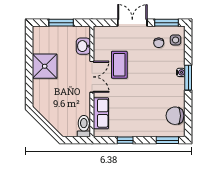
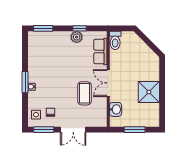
chair: (175, 116) -> (36, 49), removed
plant: (128, 130) -> (77, 37), added

